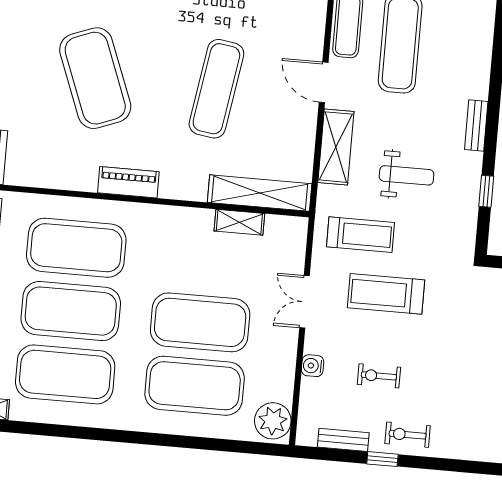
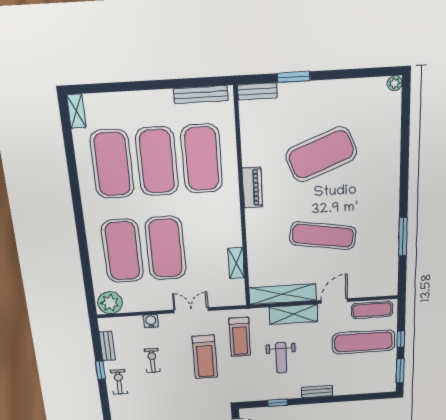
shelving: (260, 193) -> (283, 294), moved, turned 90
treadmill: (386, 294) -> (205, 357), turned 180

